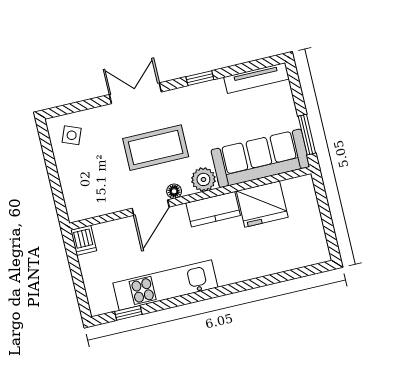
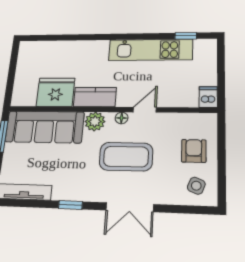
armchair: (84, 173) -> (194, 151), added
door: (151, 208) -> (145, 110), width x0.73

